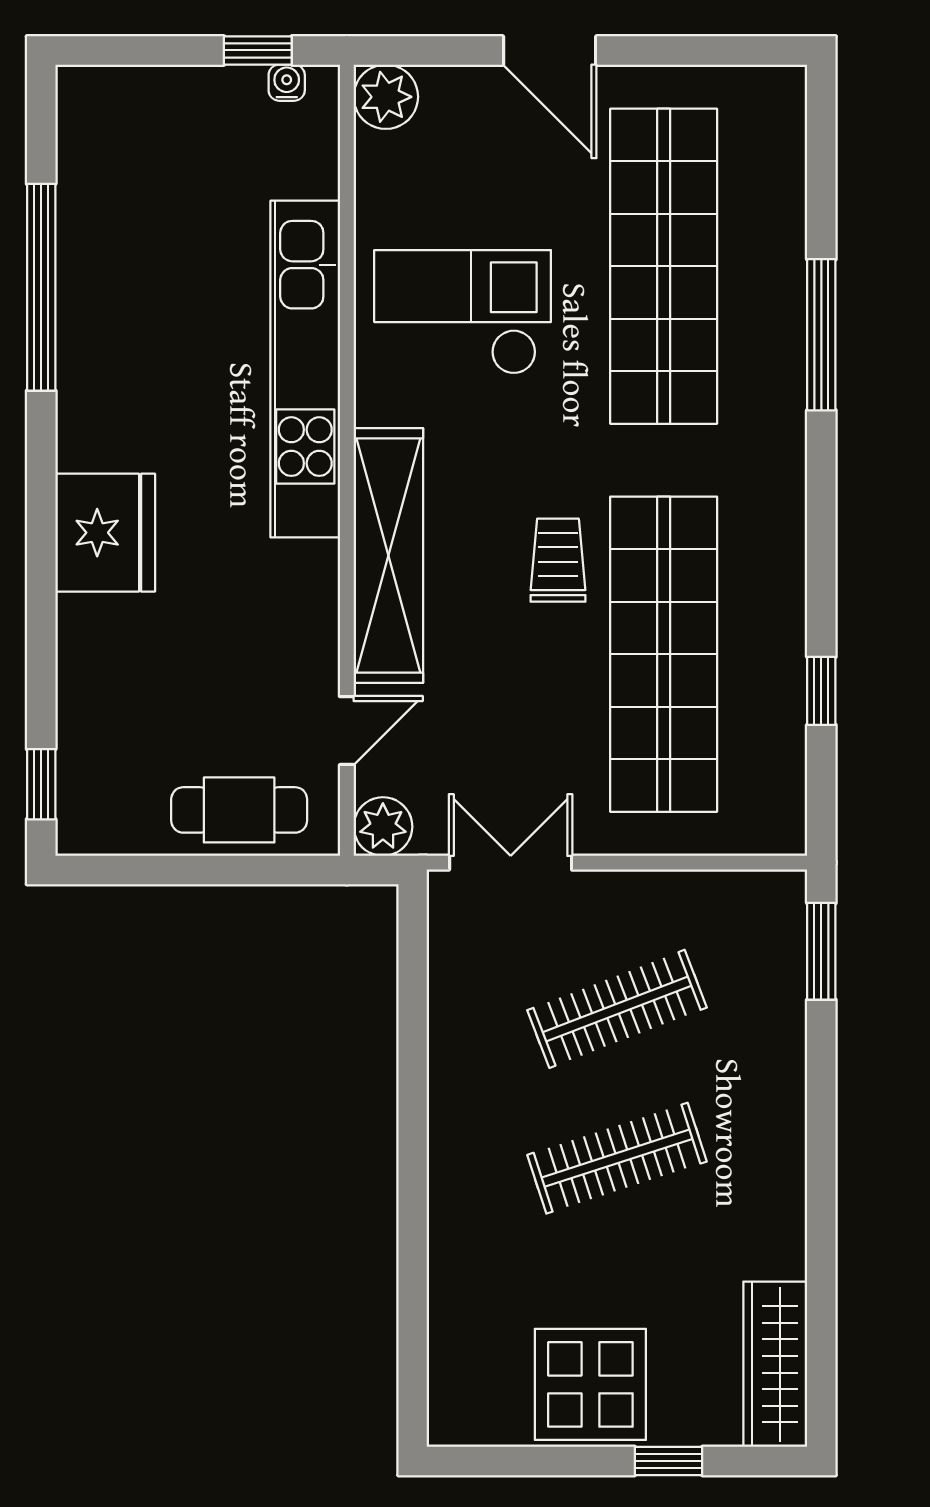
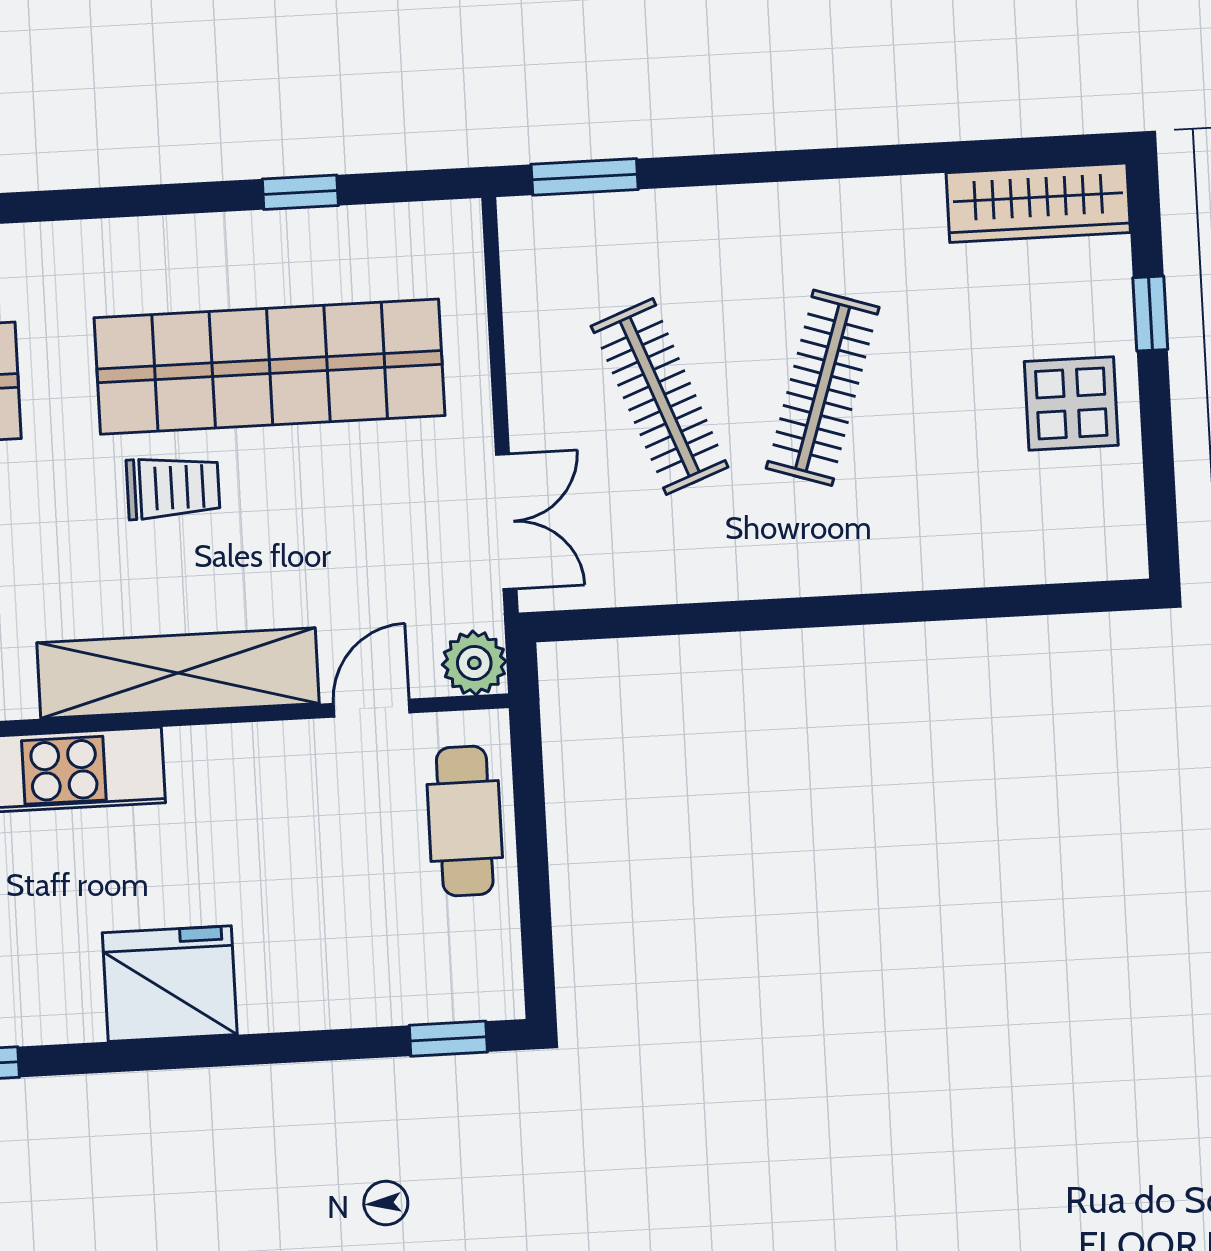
trolley: (558, 560) -> (173, 488), turned 180
door: (347, 731) -> (372, 708), hinge flipped
double door: (511, 863) -> (506, 521), swing flipped
clothes rail: (617, 1158) -> (823, 388), turned 36
display table: (590, 1384) -> (1071, 403), width x0.73, depth x0.73

